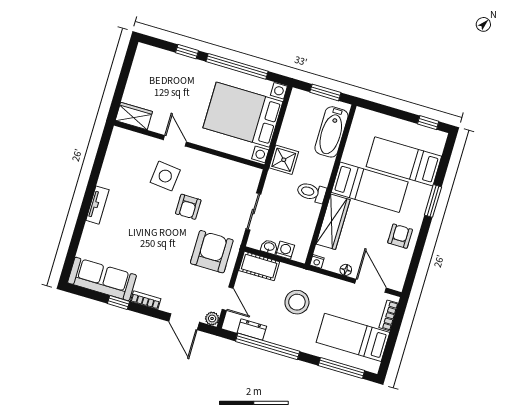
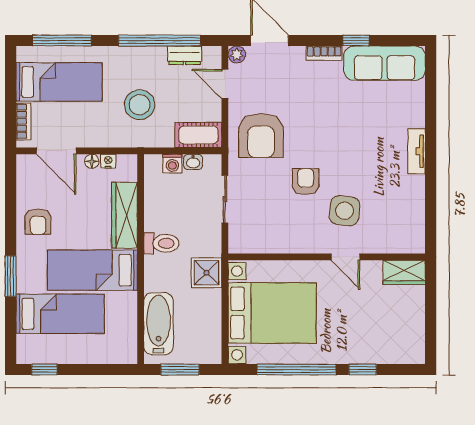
nightstand: (317, 261) -> (108, 161), moved

